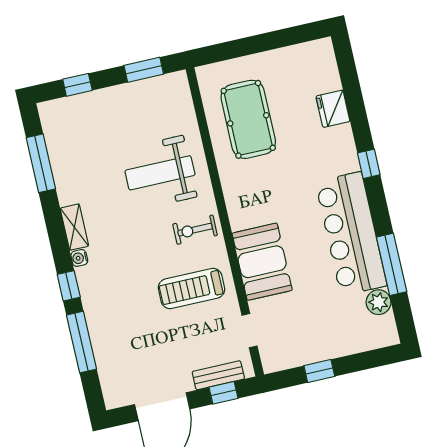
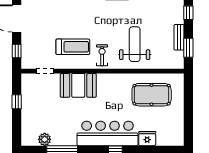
bar counter: (351, 234) -> (108, 133), moved
treadmill: (192, 288) -> (73, 47), turned 90
bench: (218, 375) -> (179, 37), moved

